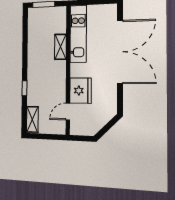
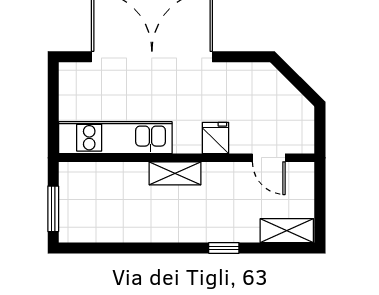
shelving: (60, 47) -> (175, 173), moved
fridge: (80, 91) -> (216, 138), width x0.53, depth x0.75

